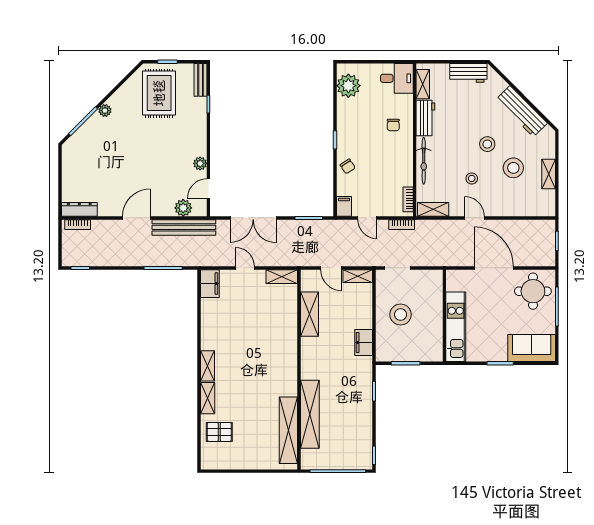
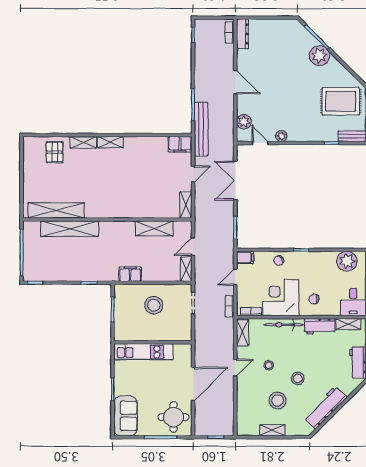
plant: (105, 111) -> (319, 56), width x1.87, depth x1.87
corner desk: (392, 164) -> (281, 298), added
bench: (184, 227) -> (201, 129), moved

